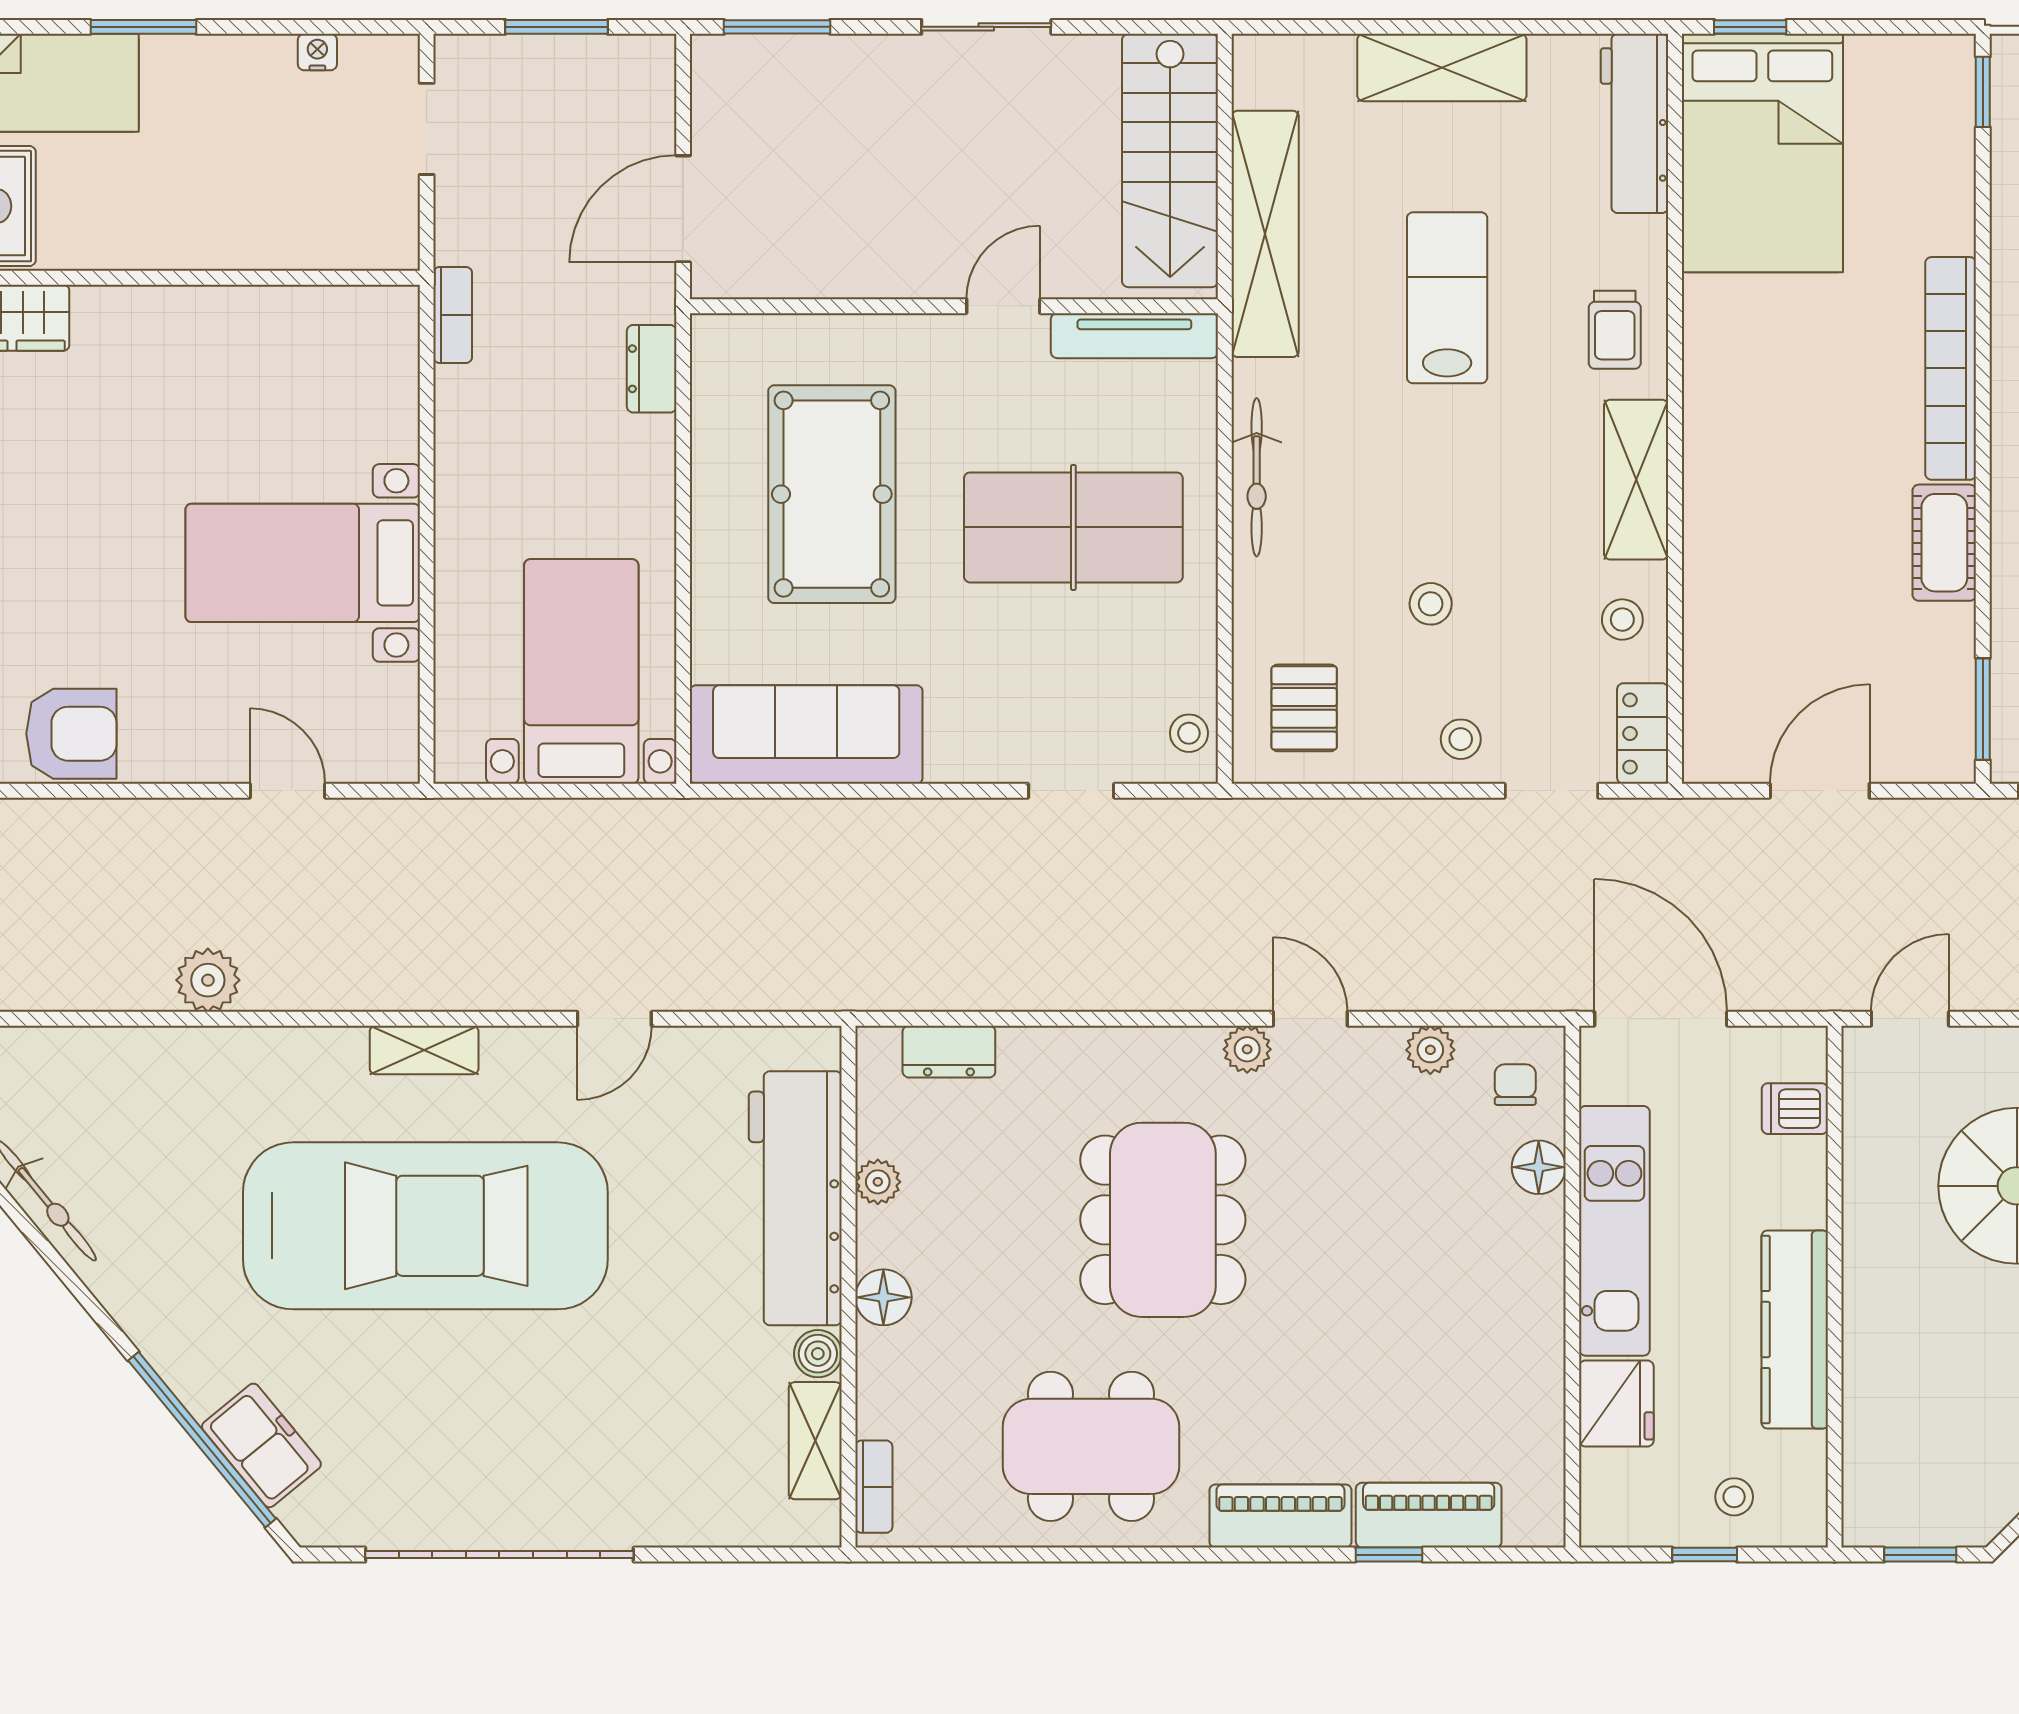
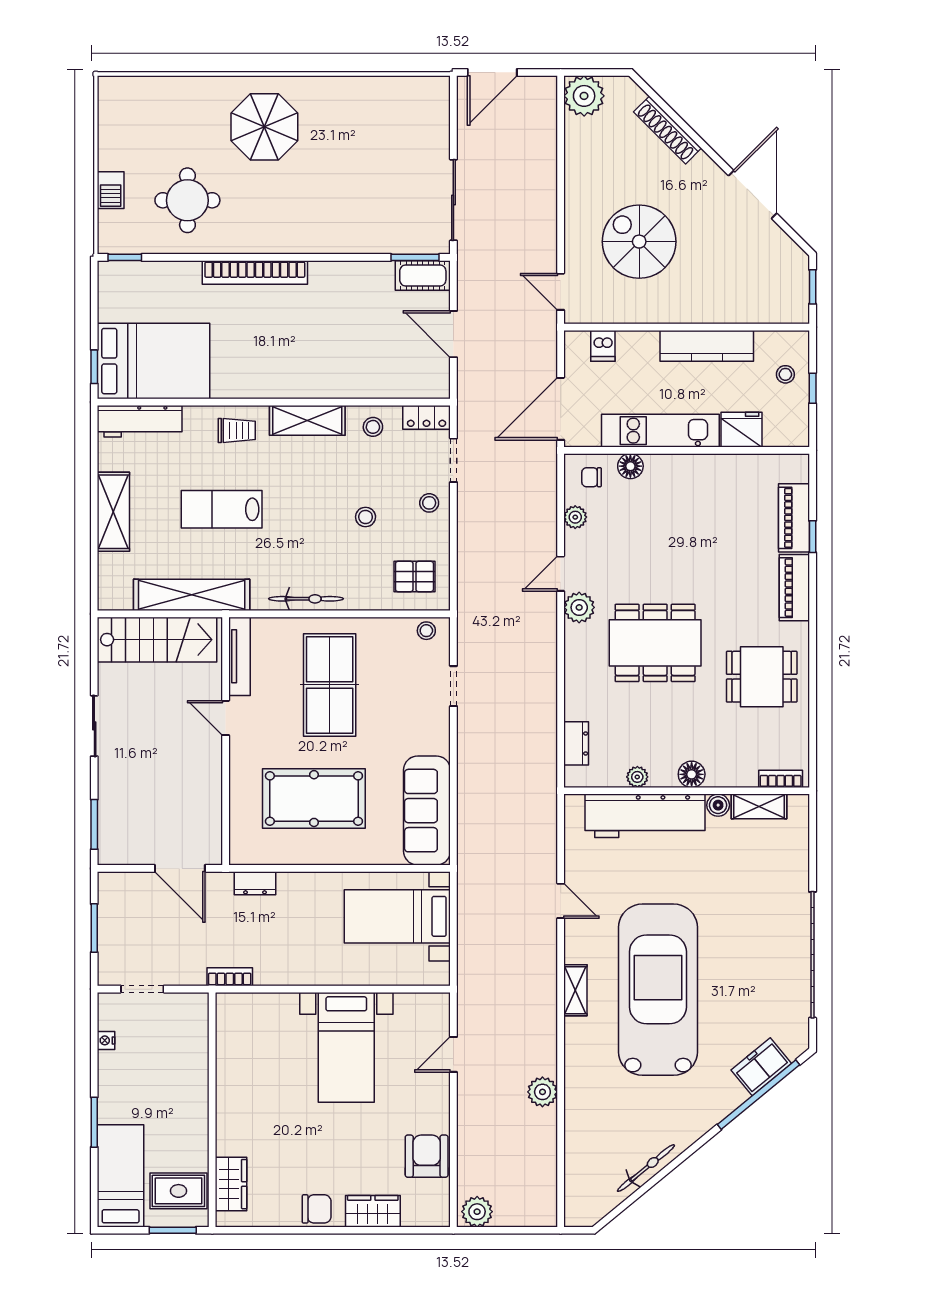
cot: (1944, 543) -> (423, 275), moved
plant: (1247, 1049) -> (579, 607), width x1.38, depth x1.38
dining table: (1091, 1446) -> (762, 677), width x0.73

